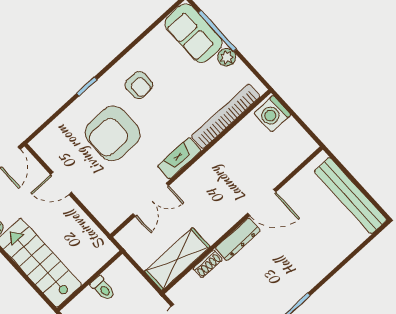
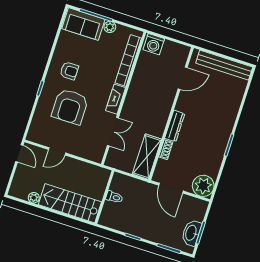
door: (262, 203) -> (183, 78), moved

